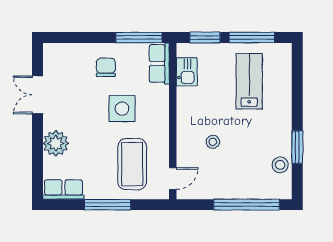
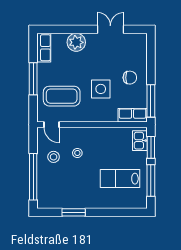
kitchen sink: (187, 72) -> (140, 141), moved, turned 90
lab bench: (249, 81) -> (120, 179), turned 180
stool: (280, 165) -> (54, 157), moved

